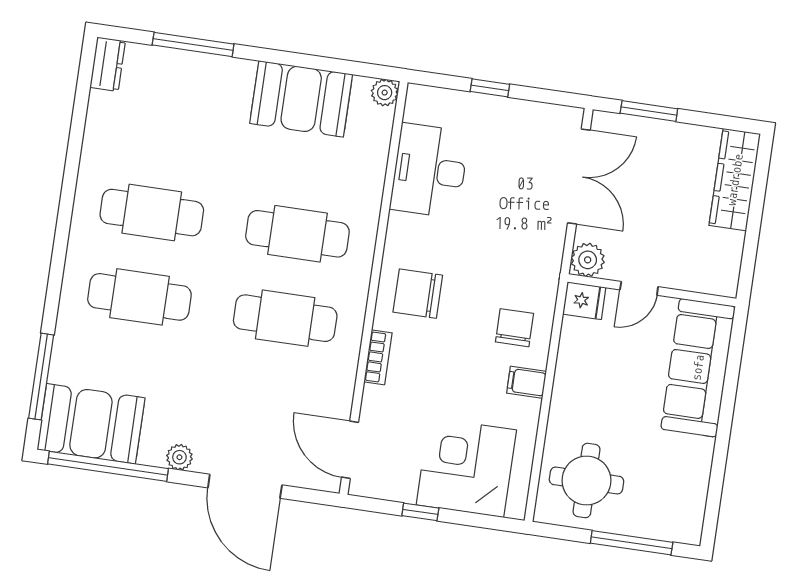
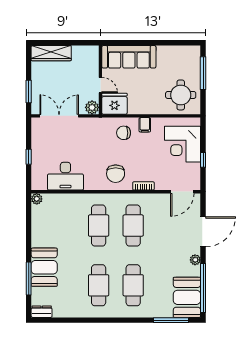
booth: (301, 99) -> (44, 267), moved
fridge: (584, 301) -> (114, 104), width x1.88, depth x1.34

